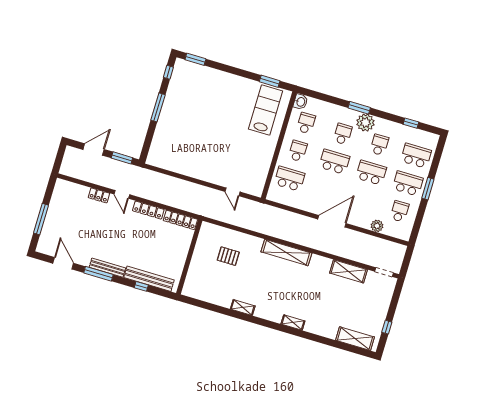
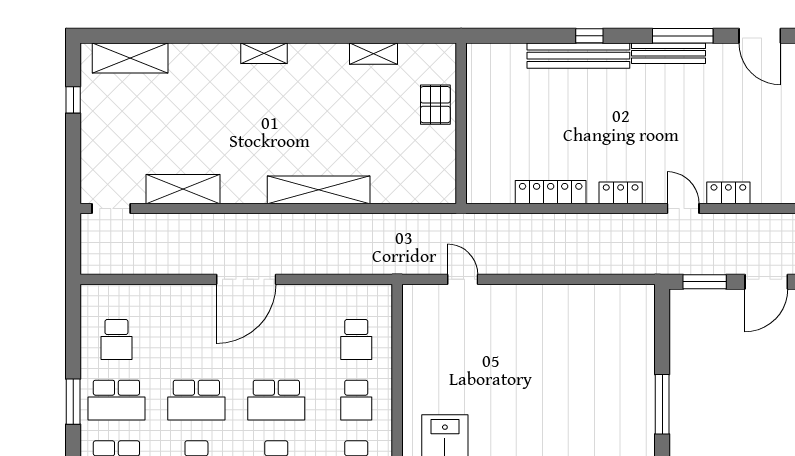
school desk: (289, 179) -> (356, 339), width x0.54
locker: (148, 210) -> (621, 193), width x0.66
plant: (377, 226) -> (153, 297), removed
pallet: (228, 256) -> (435, 105), moved, turned 90
wall: (189, 257) -> (461, 123), moved

